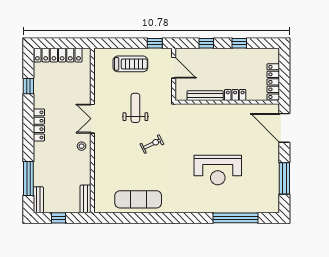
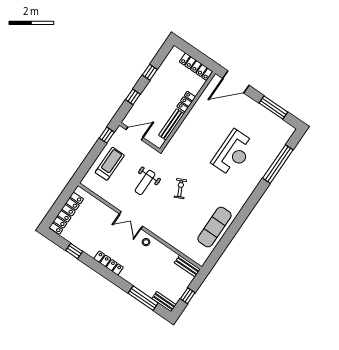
weight bench: (135, 108) -> (145, 182), turned -90

